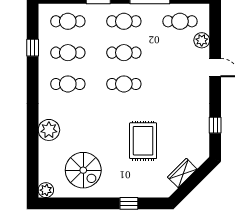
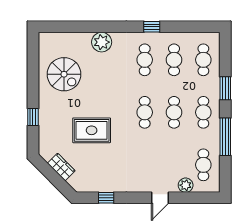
window: (33, 48) -> (152, 27), moved
spiral stairs: (83, 170) -> (64, 74), turned -90
plant: (46, 190) -> (45, 39), removed

